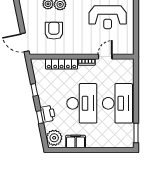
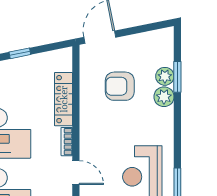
armchair: (54, 31) -> (120, 86), turned 180

